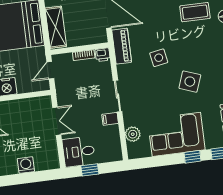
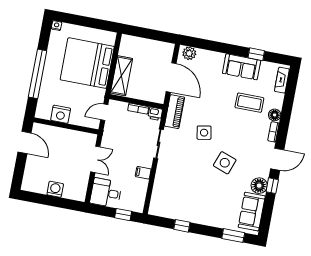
sliding door: (118, 96) -> (158, 144), moved
plant: (133, 134) -> (159, 193), removed
corner sofa: (176, 134) -> (197, 206), removed
window: (192, 157) -> (182, 226), moved
window: (90, 170) -> (123, 215), moved

